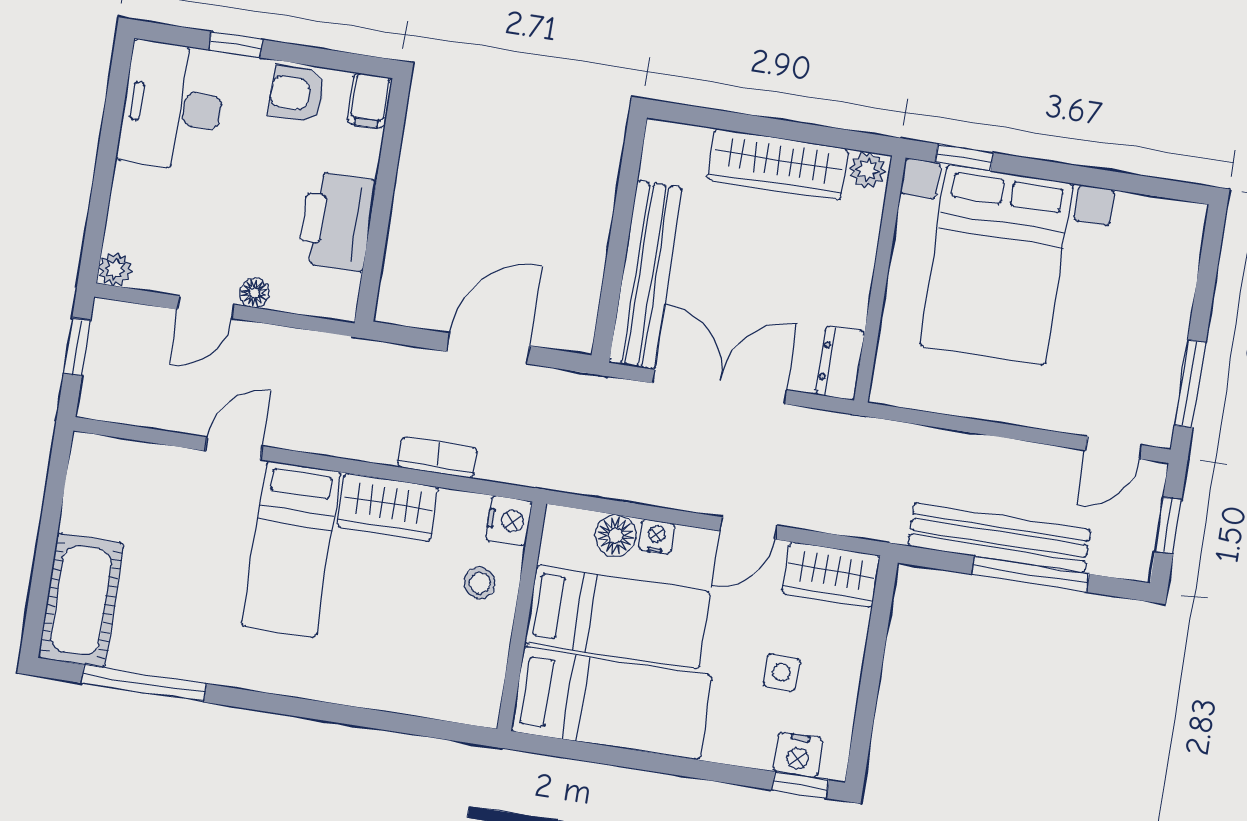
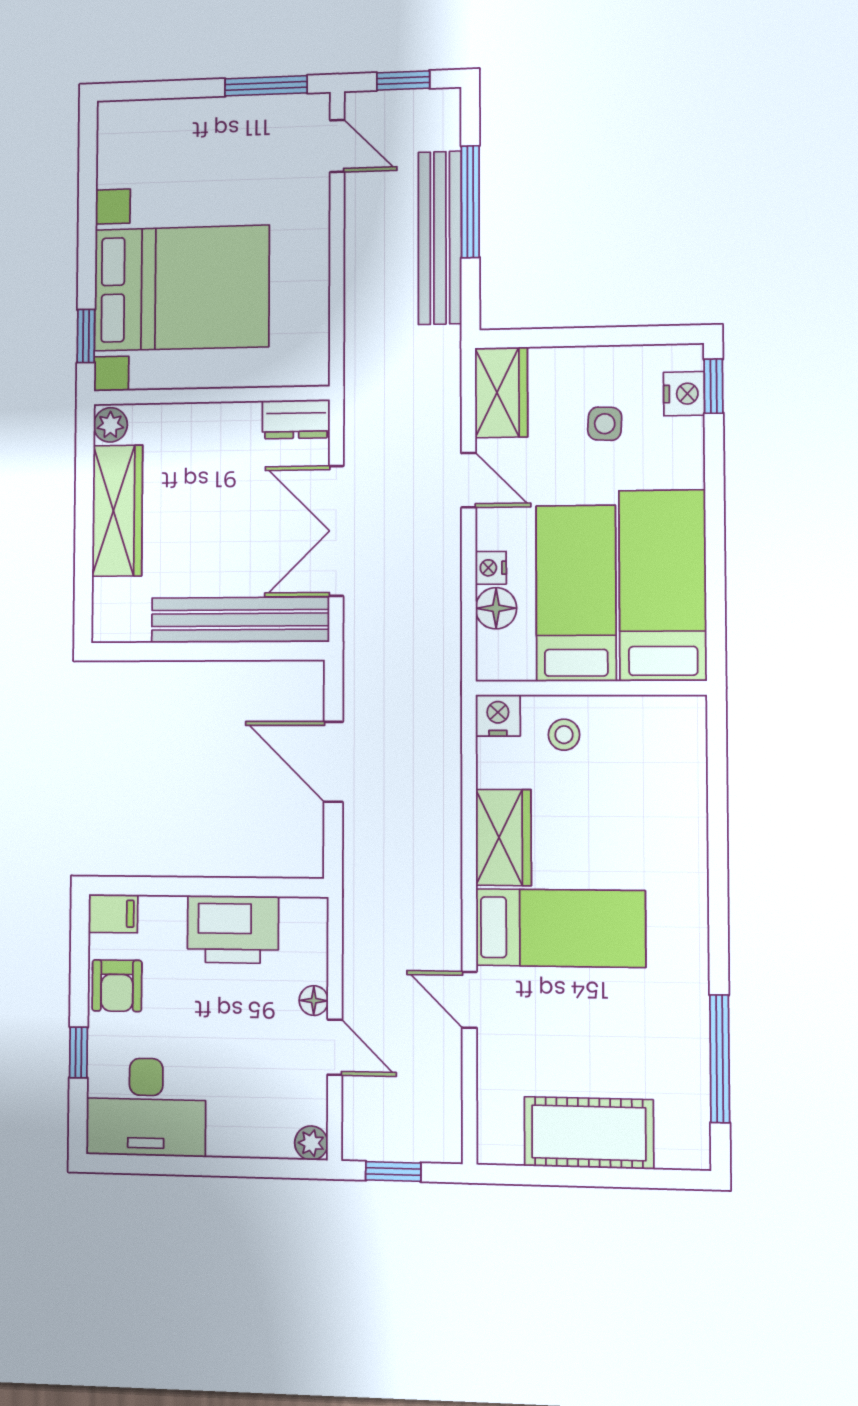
bookcase: (437, 458) -> (447, 795), removed
cot: (81, 600) -> (589, 1133), moved

